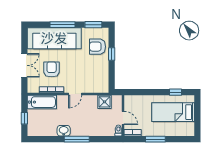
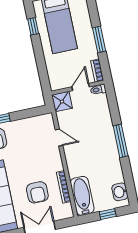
armchair: (52, 69) -> (37, 192), turned -90
door: (75, 94) -> (59, 138), moved
shower: (104, 102) -> (62, 101), moved
washbasin: (64, 131) -> (120, 192), moved

